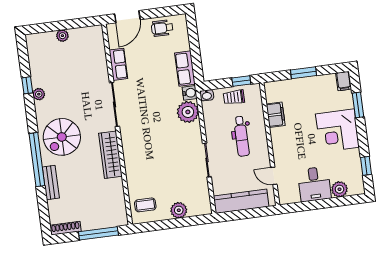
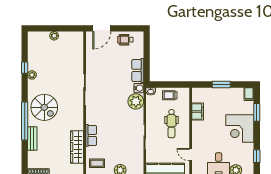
row of seats: (118, 64) -> (91, 135), moved
window: (241, 81) -> (176, 84), removed
spiral stairs: (62, 137) -> (44, 107), turned -90
wardrobe: (110, 155) -> (77, 147), moved

